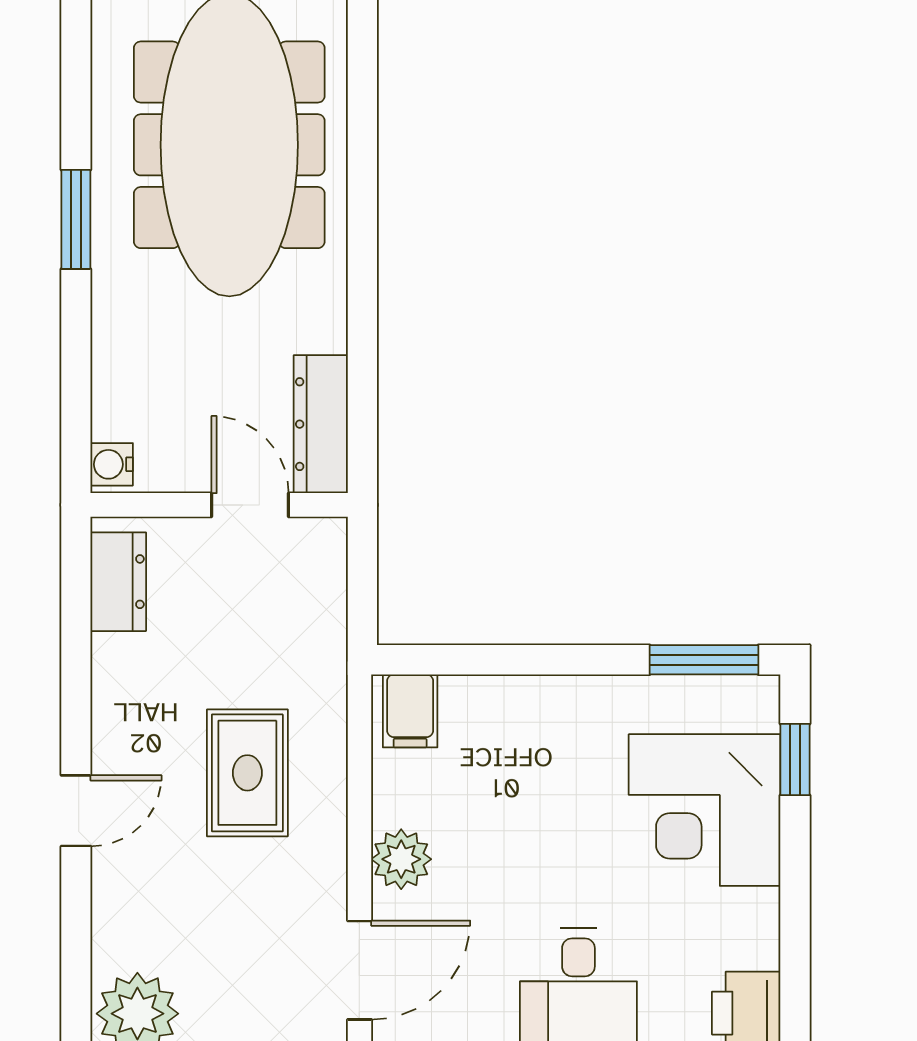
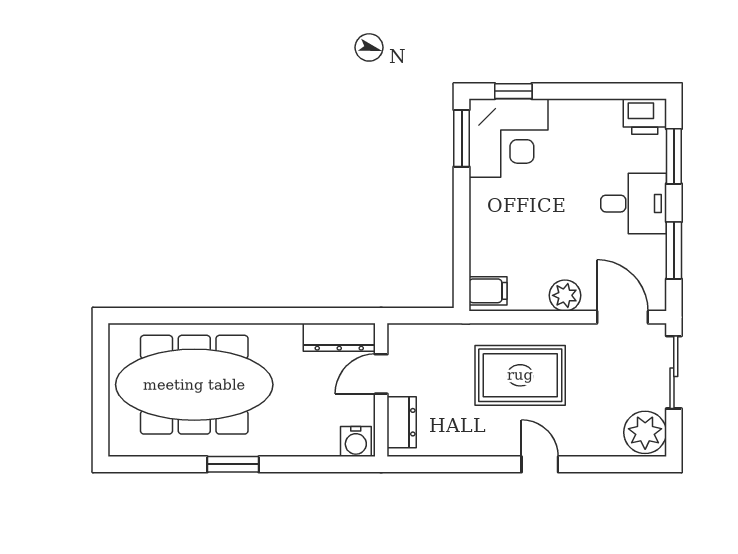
water cooler: (112, 464) -> (356, 441), width x1.38, depth x1.38
dresser: (118, 582) -> (402, 422), moved, turned 90
rug: (247, 773) -> (520, 375), width x1.36, depth x1.43
corner desk: (705, 810) -> (508, 138), moved

